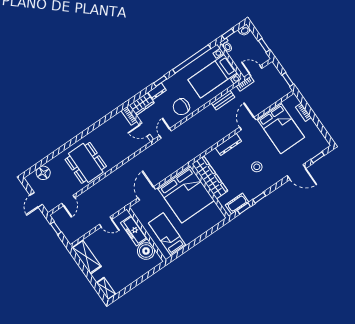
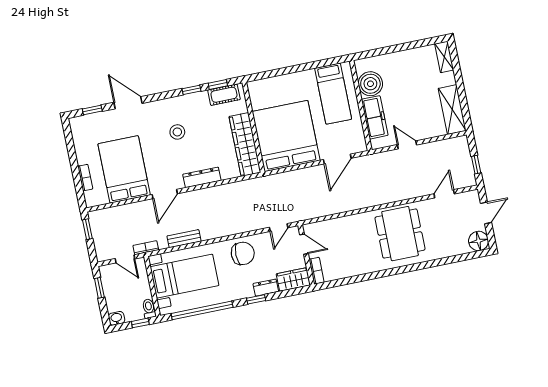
floor lamp: (43, 173) -> (479, 241), moved

